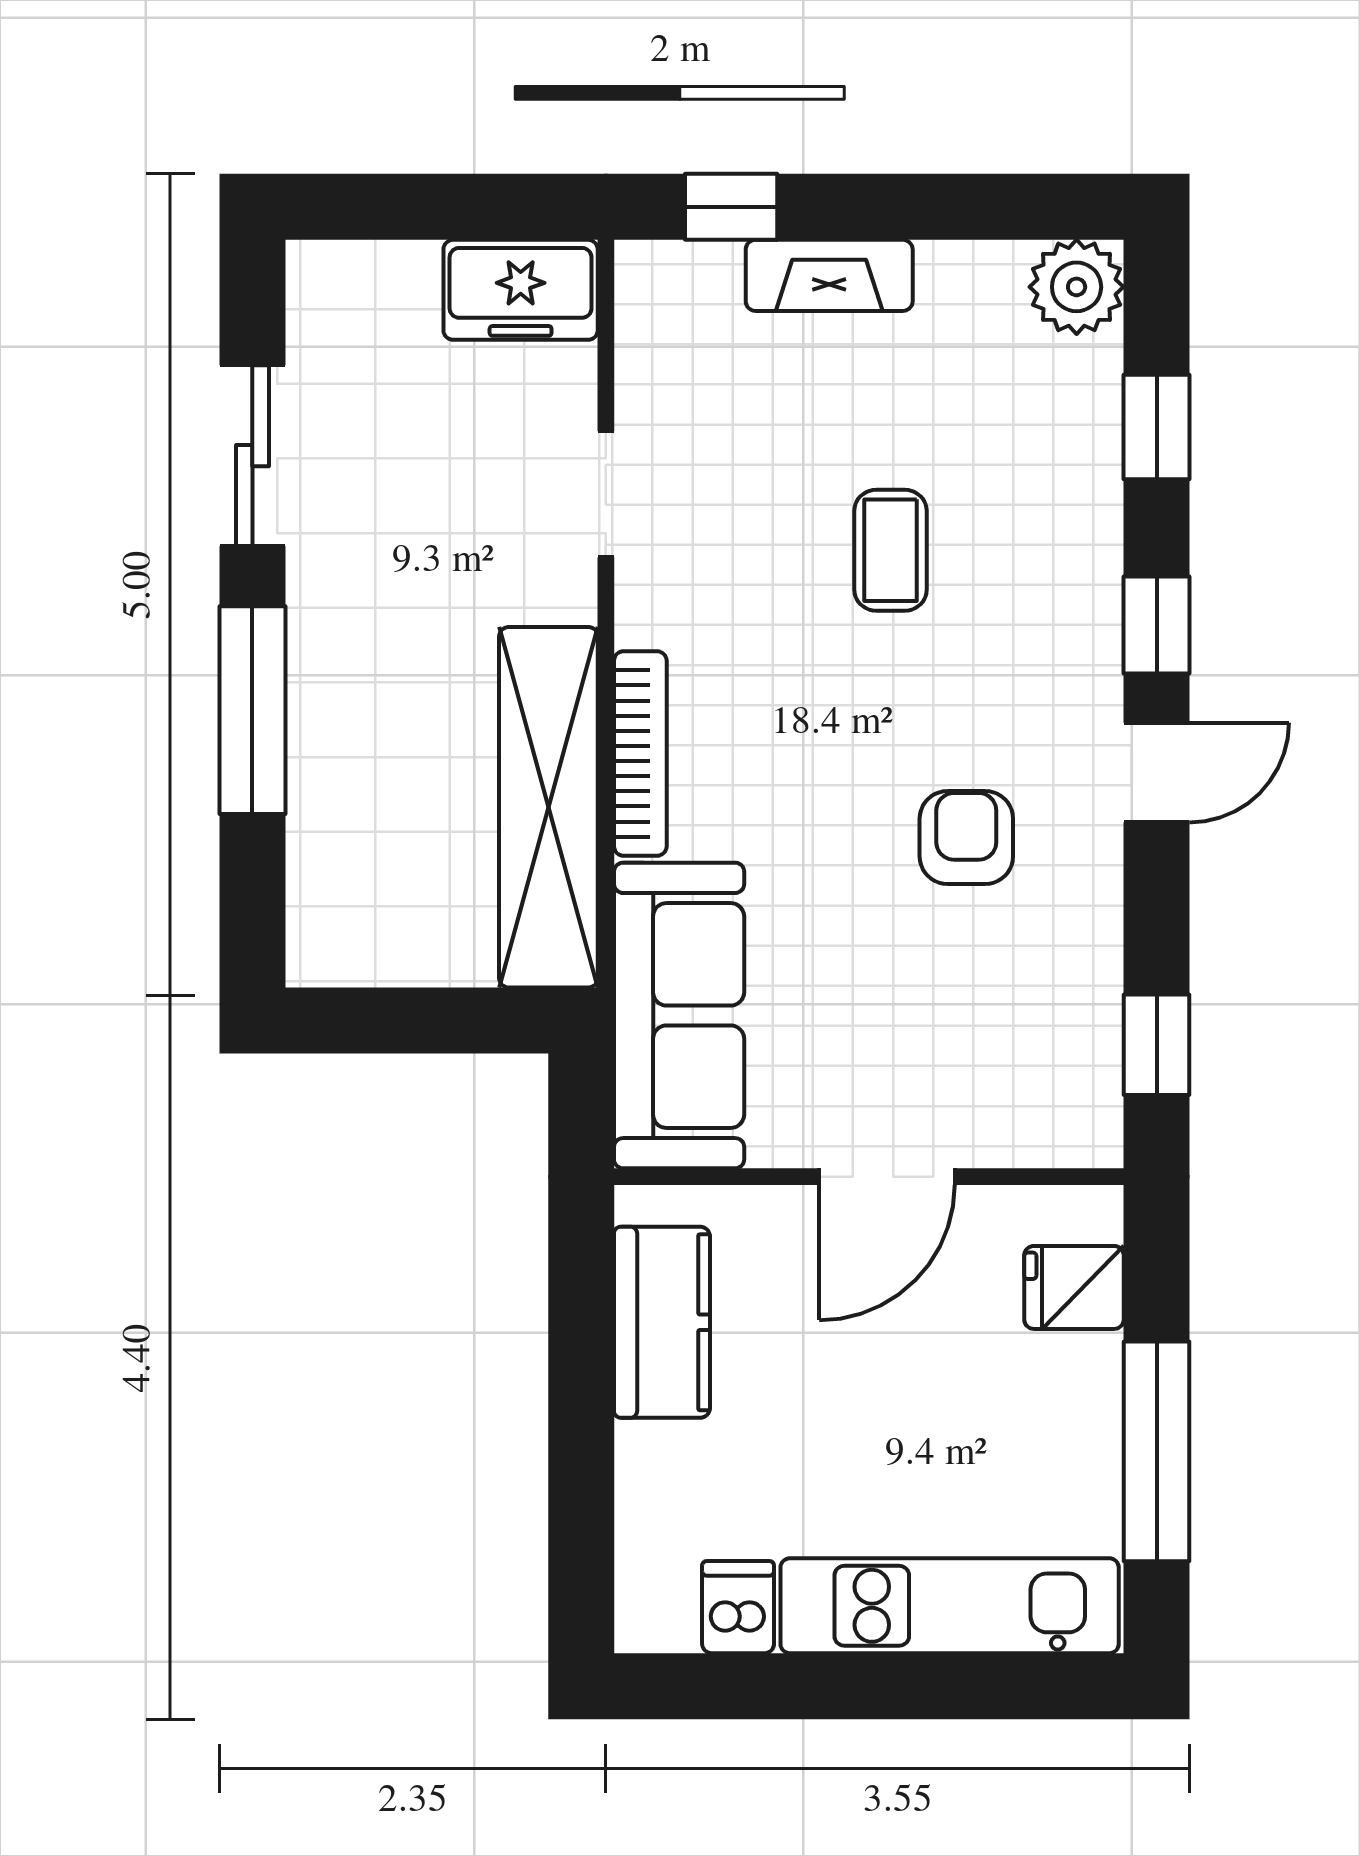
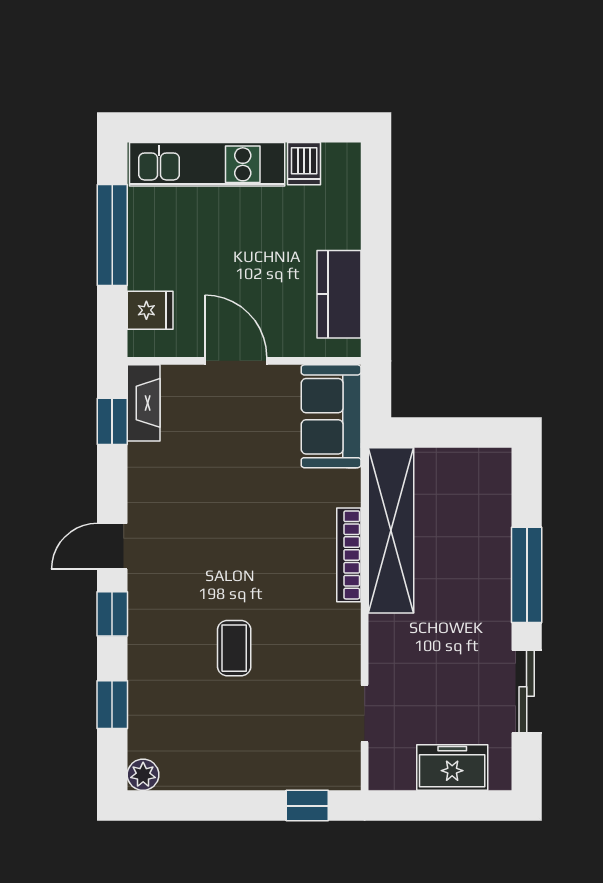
fireplace: (829, 275) -> (144, 403), moved, turned 90
plant: (1077, 287) -> (143, 775), width x0.73, depth x0.73
freezer: (521, 290) -> (452, 767), moved
doorway: (606, 494) -> (365, 714), moved
armchair: (966, 838) -> (199, 516), removed
sofa: (679, 1016) -> (331, 416), width x0.73
door: (887, 1177) -> (236, 361), hinge flipped

